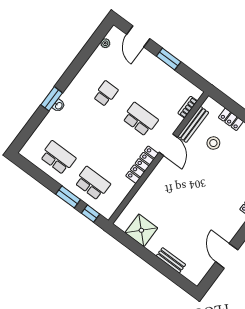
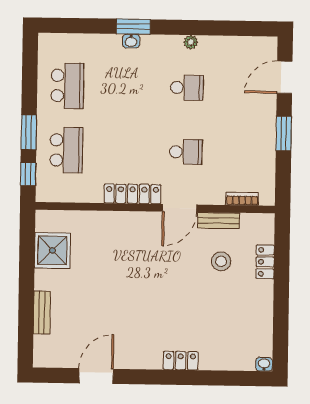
plant: (105, 43) -> (191, 42), moved
school desk: (140, 119) -> (186, 152), width x0.54
bench: (193, 124) -> (219, 220), width x0.73

